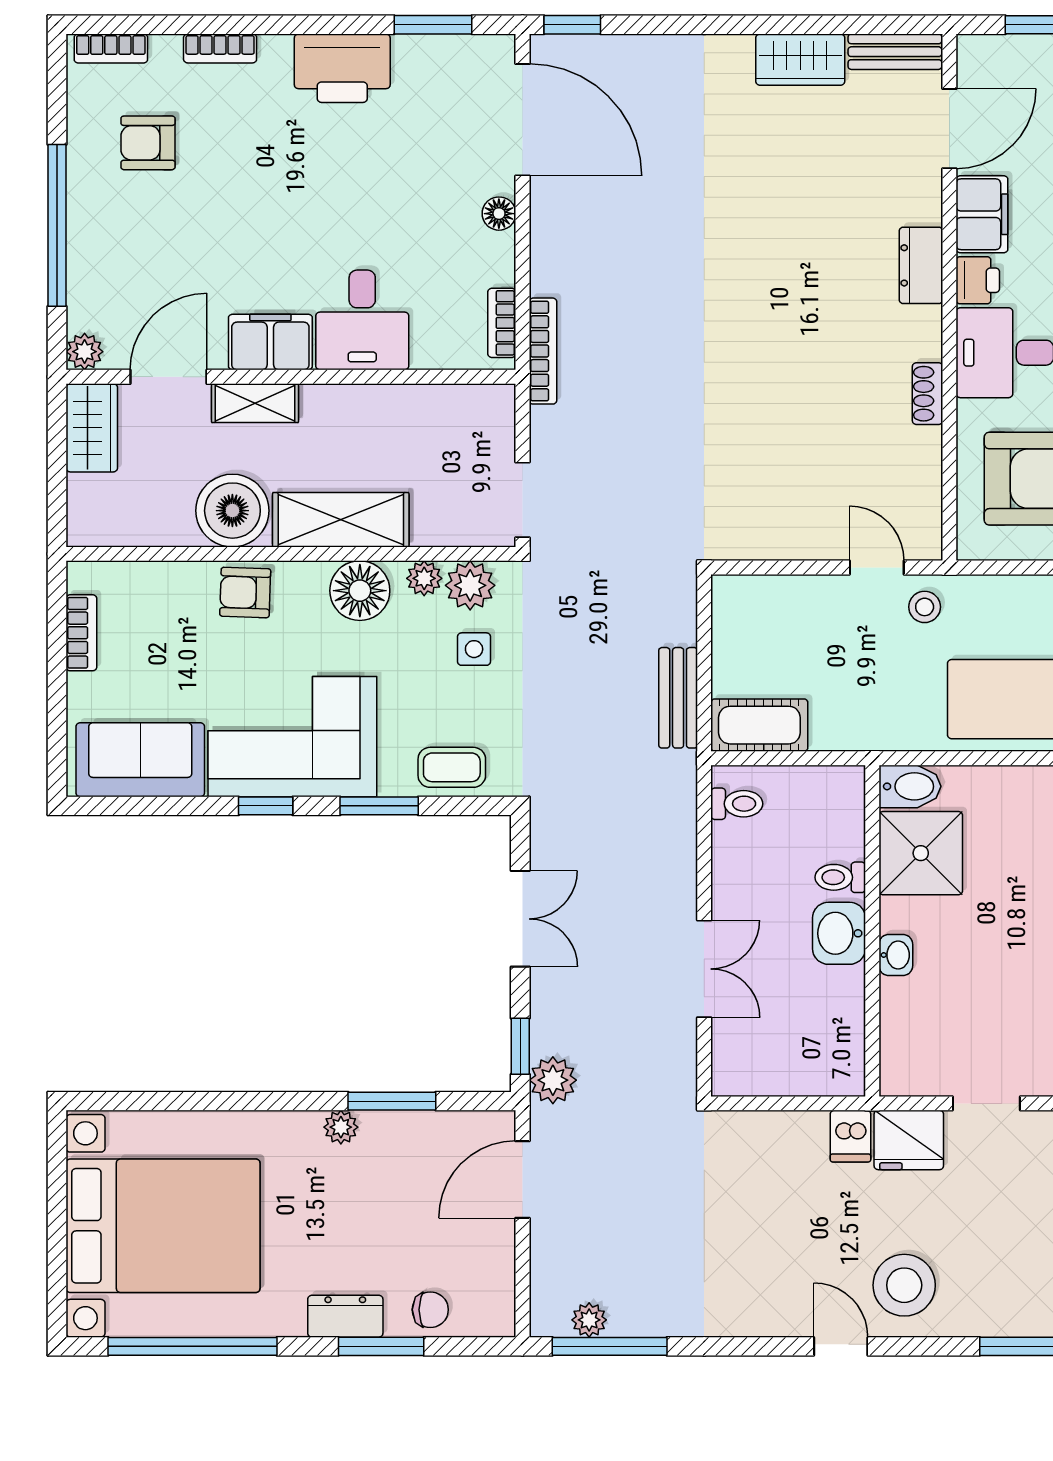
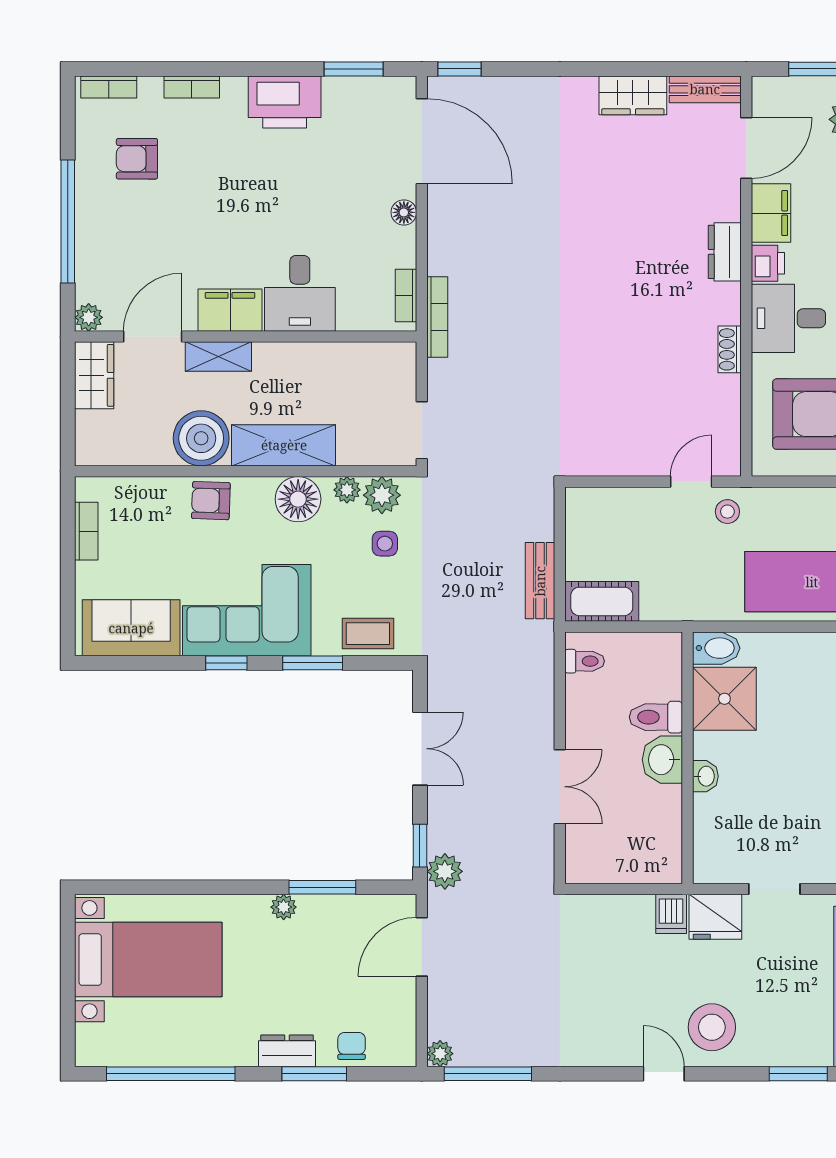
door: (877, 567) -> (691, 482), hinge flipped
toilet: (840, 877) -> (656, 717), width x1.37, depth x1.39
bed with nightstands: (163, 1226) -> (148, 960), width x0.73
chair: (430, 1310) -> (352, 1046), turned -90
plant: (589, 1320) -> (440, 1054), moved

